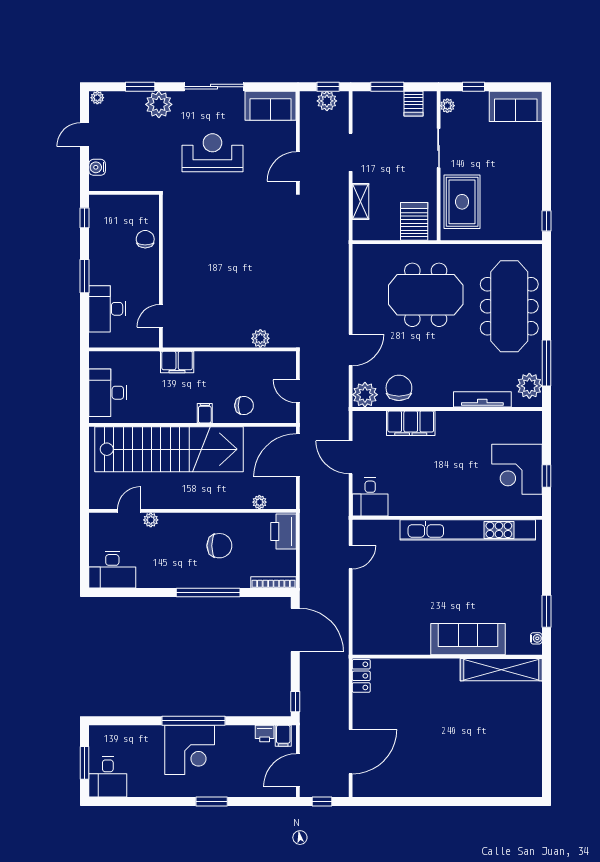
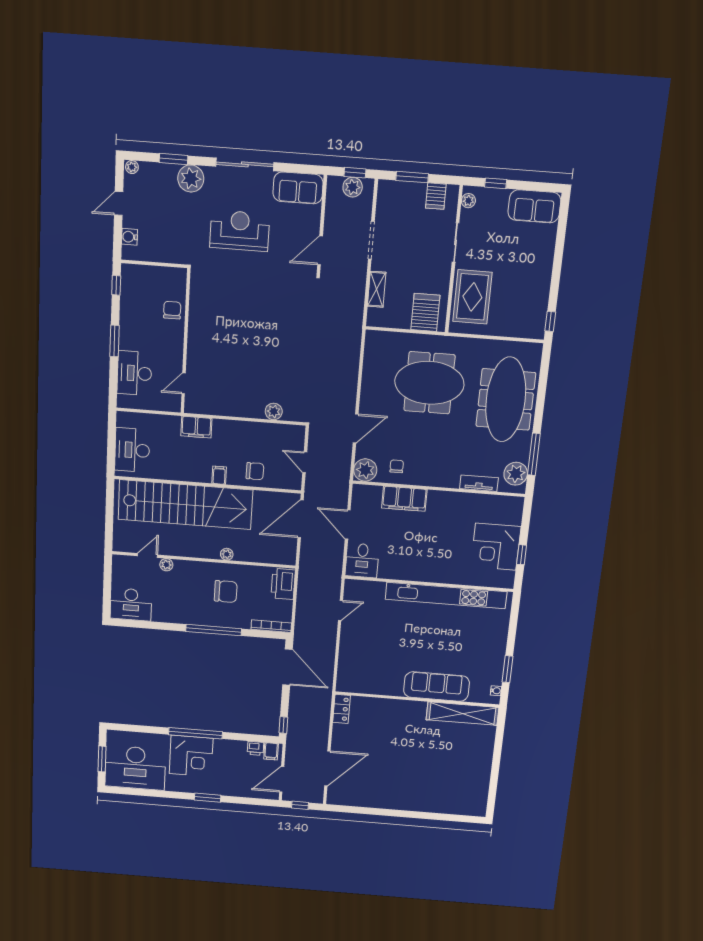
chair: (399, 388) -> (397, 466), width x0.54, depth x0.54
tv unit: (482, 399) -> (479, 483), width x0.71
plant: (259, 502) -> (227, 554), moved
desk: (108, 777) -> (135, 768), width x1.87, depth x1.30

